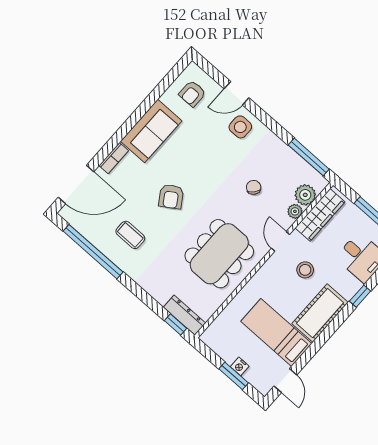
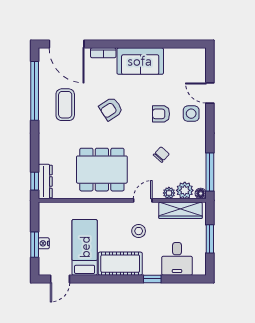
armchair: (192, 94) -> (161, 114), moved
floor lamp: (321, 183) -> (201, 193), added
coffee table: (130, 235) -> (65, 105), width x1.36, depth x1.30

